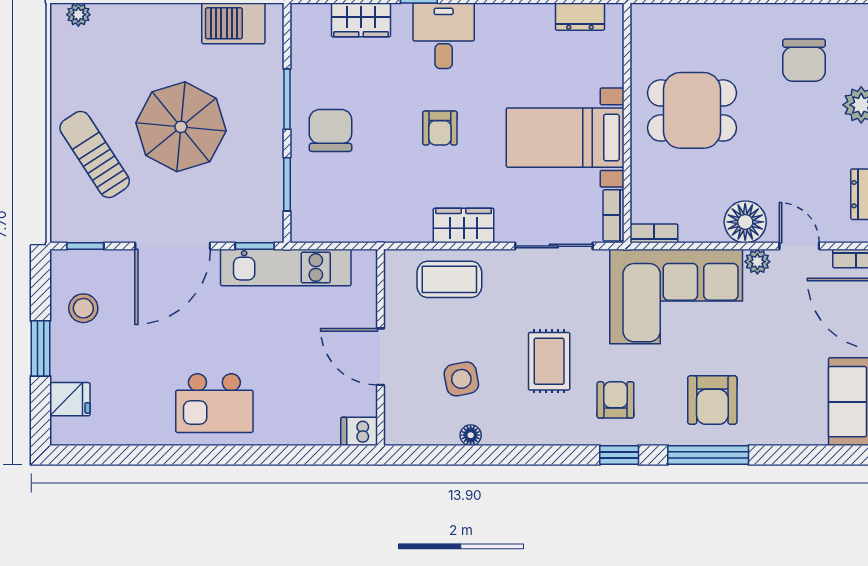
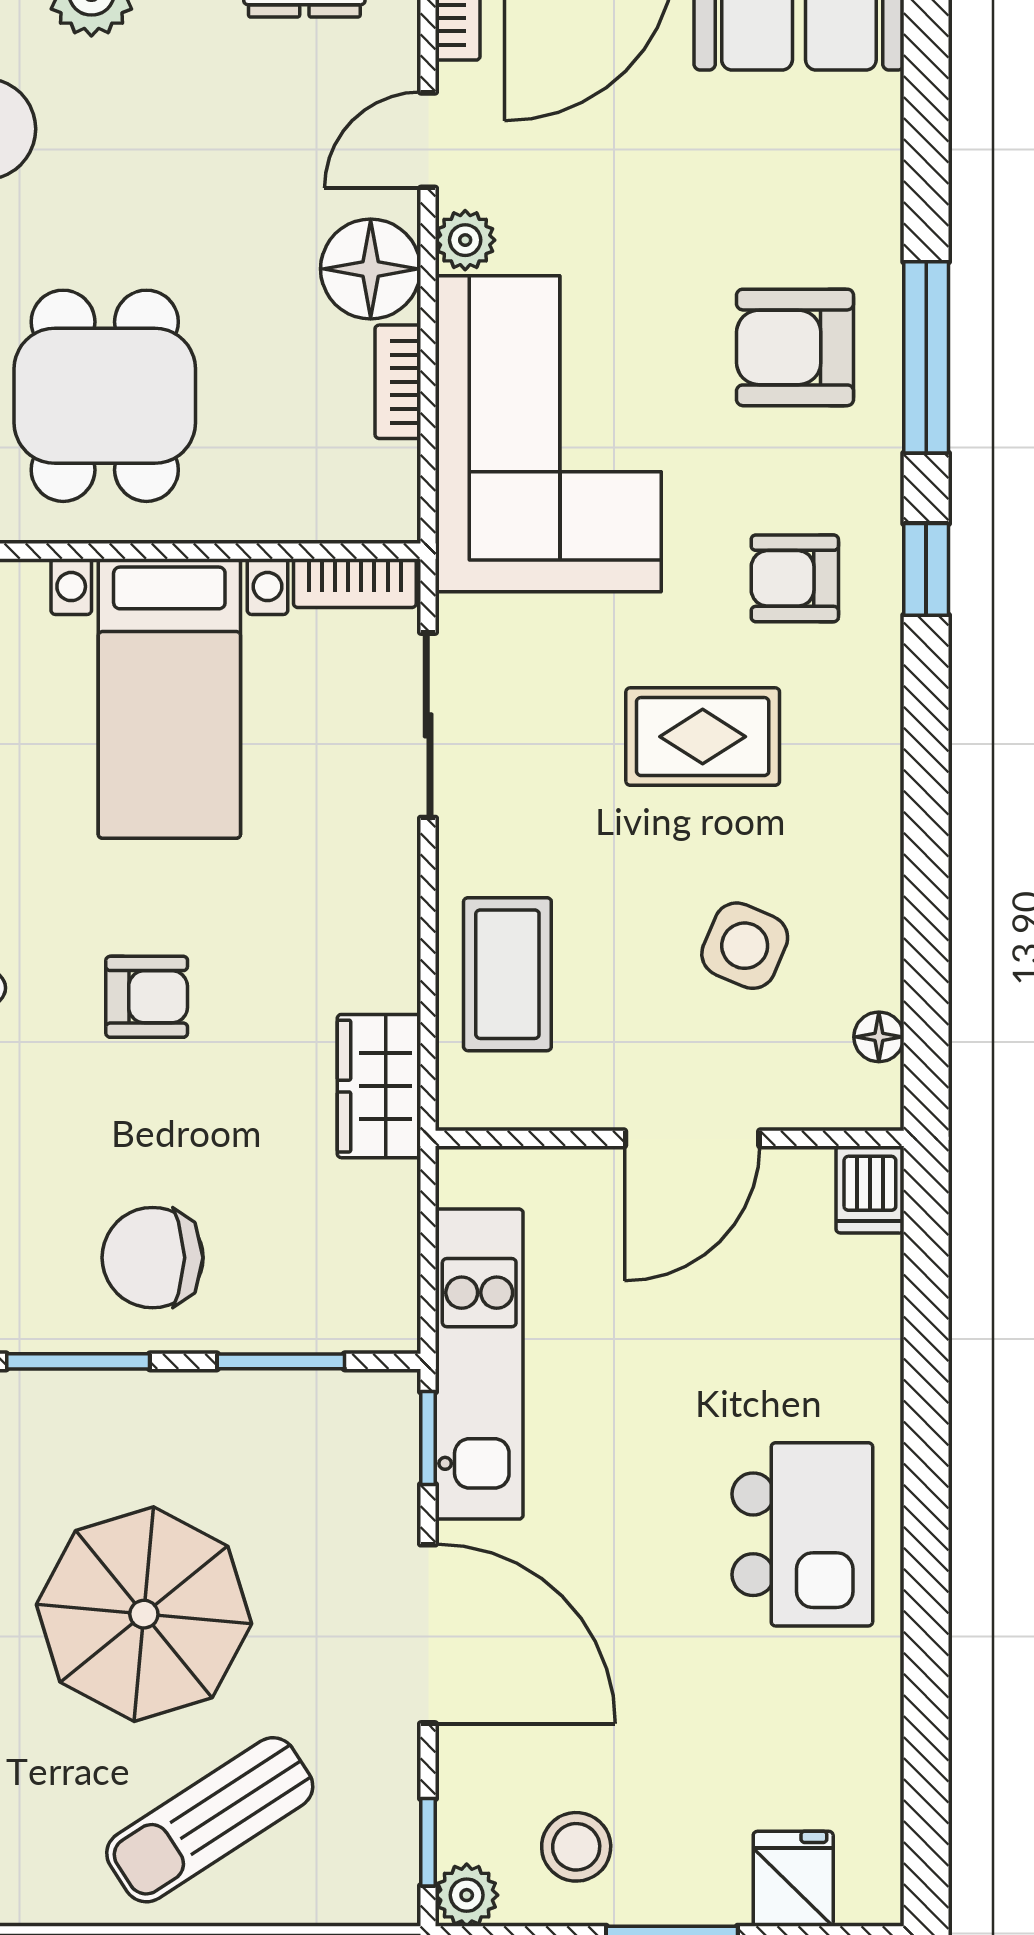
wardrobe: (464, 225) -> (379, 1086), moved
bookcase: (654, 233) -> (398, 382), moved
plant: (63, 262) -> (467, 1895), added
side table: (461, 379) -> (745, 946), turned 34
armchair: (712, 400) -> (795, 347), turned 180
floor lamp: (471, 435) -> (879, 1037), moved

